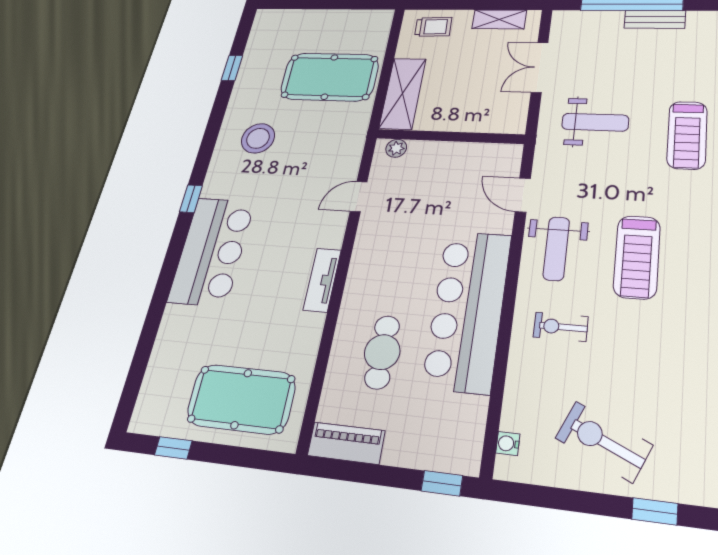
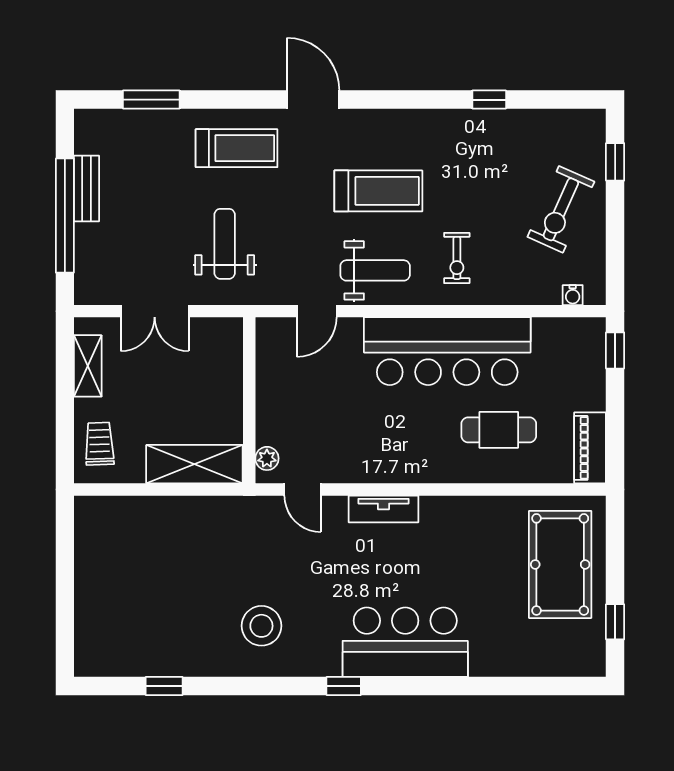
pool table: (329, 77) -> (174, 558), removed
door: (359, 197) -> (303, 490), moved
tv unit: (322, 280) -> (383, 509), moved

